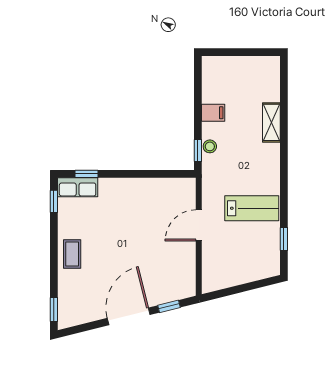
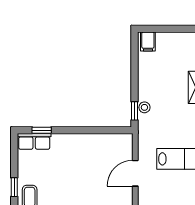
filing cabinet: (213, 113) -> (148, 42), moved, turned 90
window: (54, 201) -> (14, 187), moved

